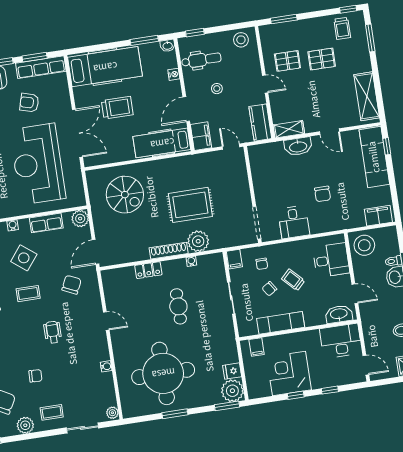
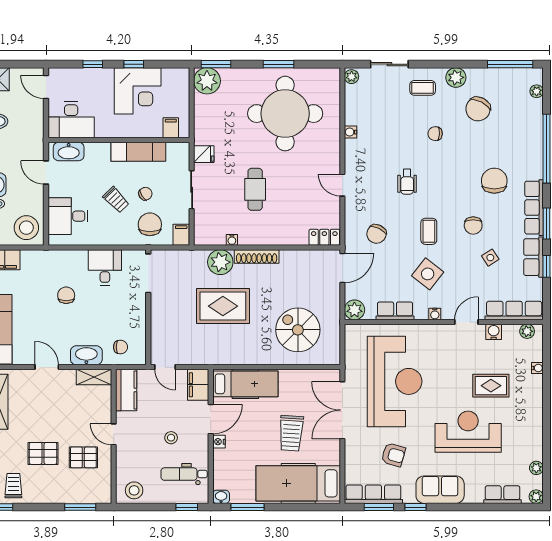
nightstand: (174, 74) -> (219, 442), moved
trolley: (117, 108) -> (291, 433), turned -86
chair: (271, 158) -> (121, 347), added
chair: (262, 264) -> (150, 224), width x1.87, depth x1.87
locker: (148, 270) -> (324, 237), moved
coffee table: (28, 294) -> (429, 231), turned 90
fridge: (232, 371) -> (204, 154), moved

